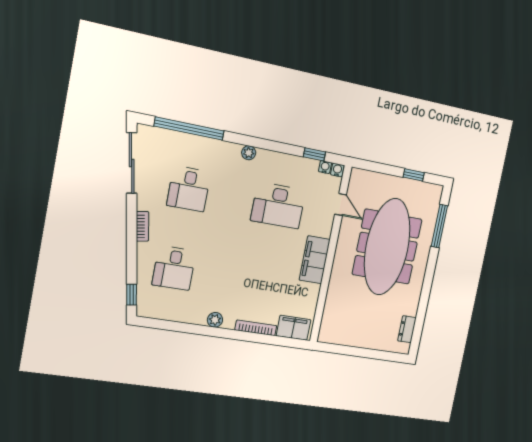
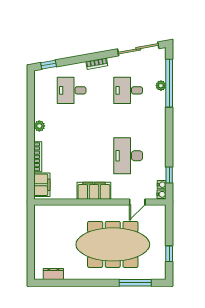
plant: (249, 153) -> (161, 86), moved

